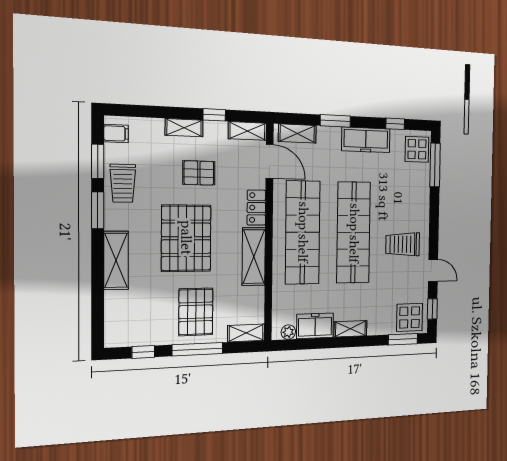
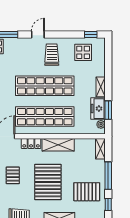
pallet: (186, 238) -> (48, 182), turned 90
trolley: (403, 244) -> (52, 55), turned 180
door: (433, 270) -> (38, 34), moved
pallet: (196, 312) -> (87, 192), moved
display table: (410, 317) -> (83, 52), moved
window: (403, 339) -> (108, 110), moved

